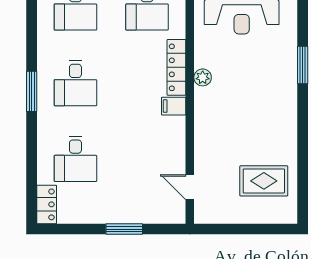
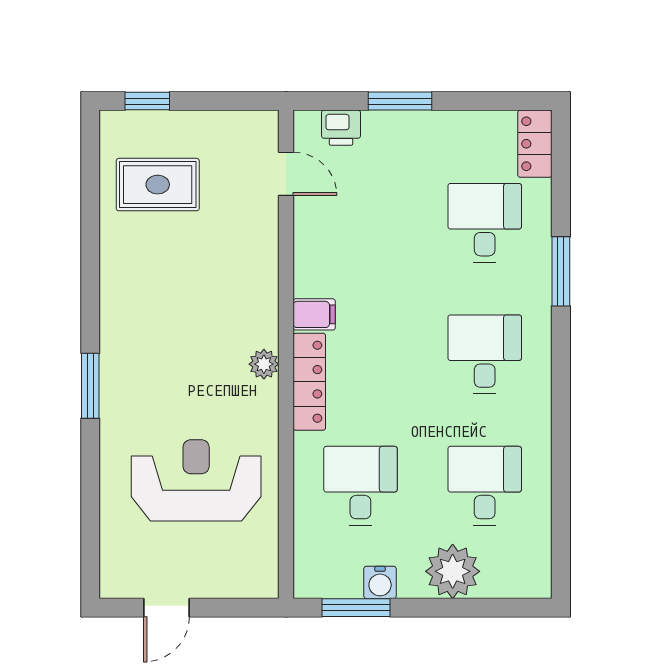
window: (32, 91) -> (561, 271), moved
printer: (158, 214) -> (341, 128), added
window: (270, 229) -> (147, 101), added

